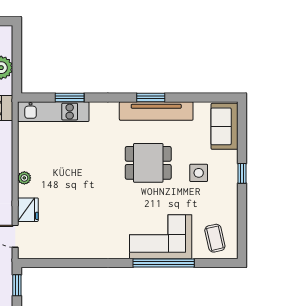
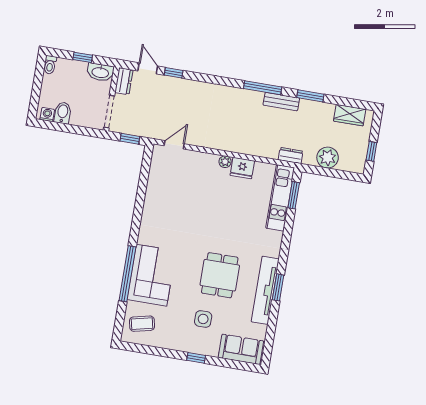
window: (70, 97) -> (294, 195), moved
fridge: (28, 210) -> (242, 168), moved

